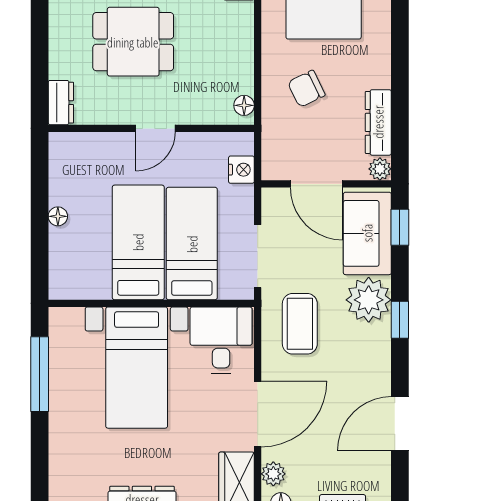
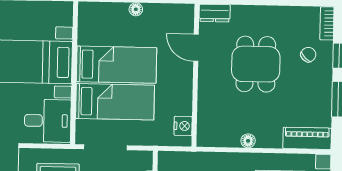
floor lamp: (244, 105) -> (248, 141), moved
door: (156, 128) -> (196, 48), moved
nightstand: (241, 170) -> (183, 126), moved, turned -90

